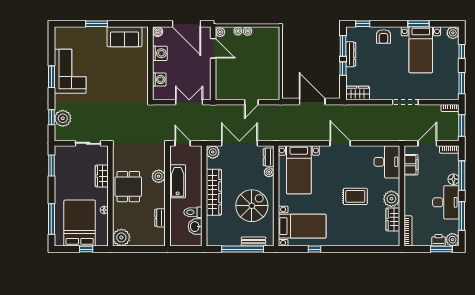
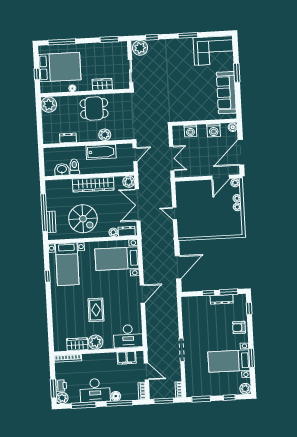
sofa: (124, 37) -> (226, 93), width x1.36
corner sofa: (70, 71) -> (213, 51), moved
wardrobe: (358, 93) -> (188, 307), removed
plant: (63, 118) -> (140, 48), moved
double door: (239, 143) -> (138, 205), swing flipped

